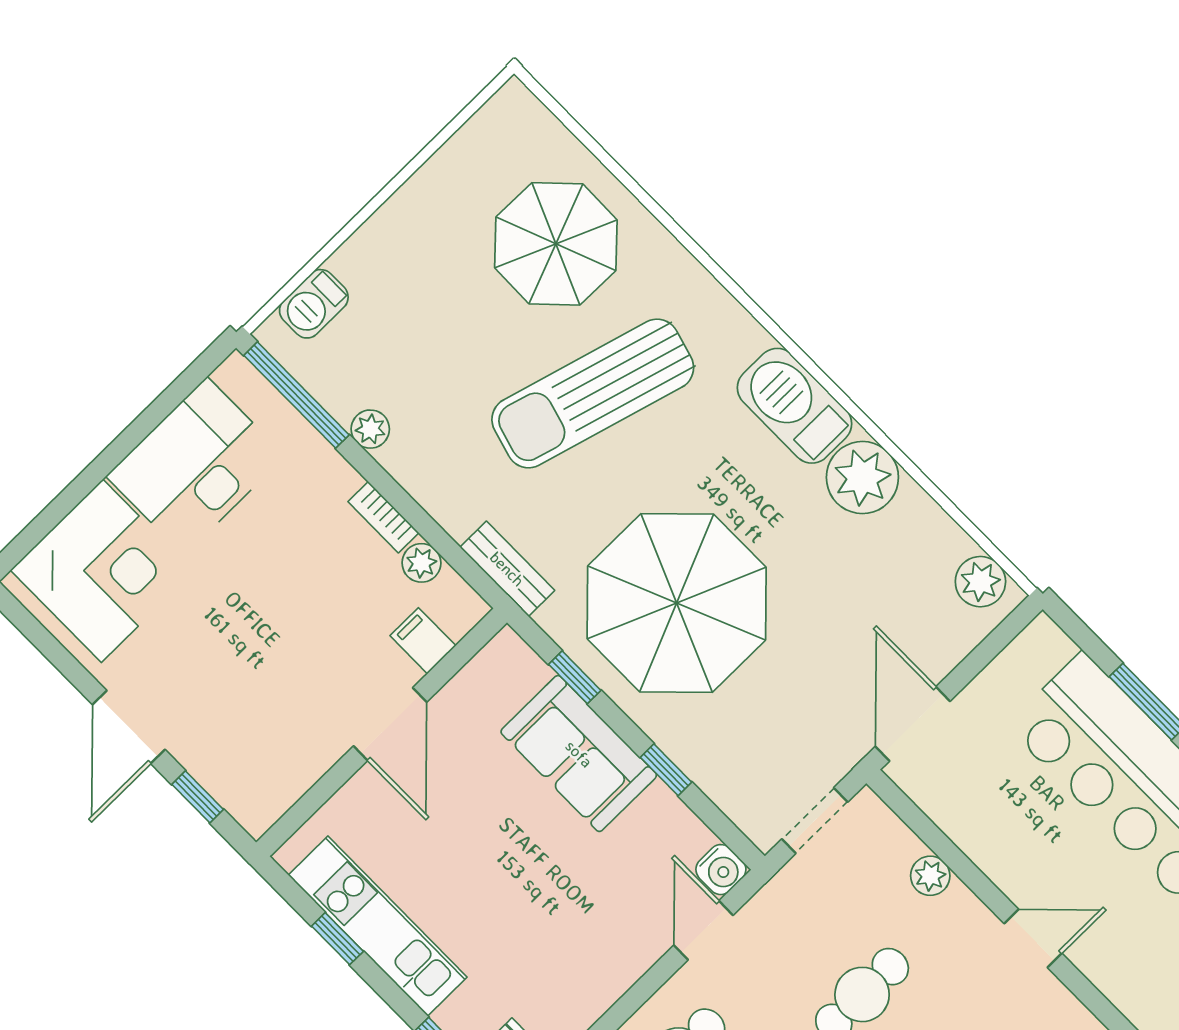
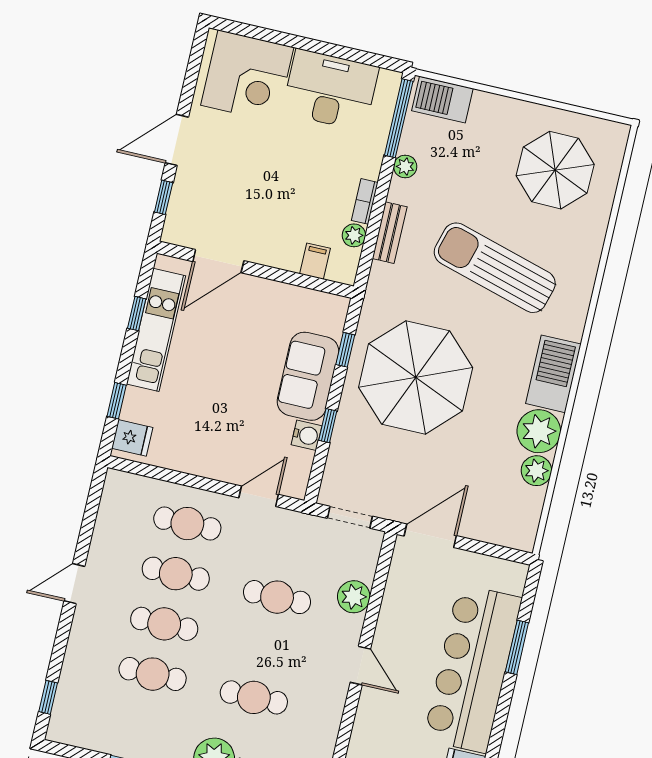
parasol: (556, 244) -> (555, 170), moved
barbecue: (314, 304) -> (442, 100), width x1.38, depth x1.27
bench: (507, 569) -> (390, 233), moved
plant: (980, 582) -> (536, 471), moved
door: (390, 724) -> (218, 261), moved
water cooler: (721, 870) -> (306, 435), moved, turned -90
plant: (930, 876) -> (354, 597), width x1.38, depth x1.38

